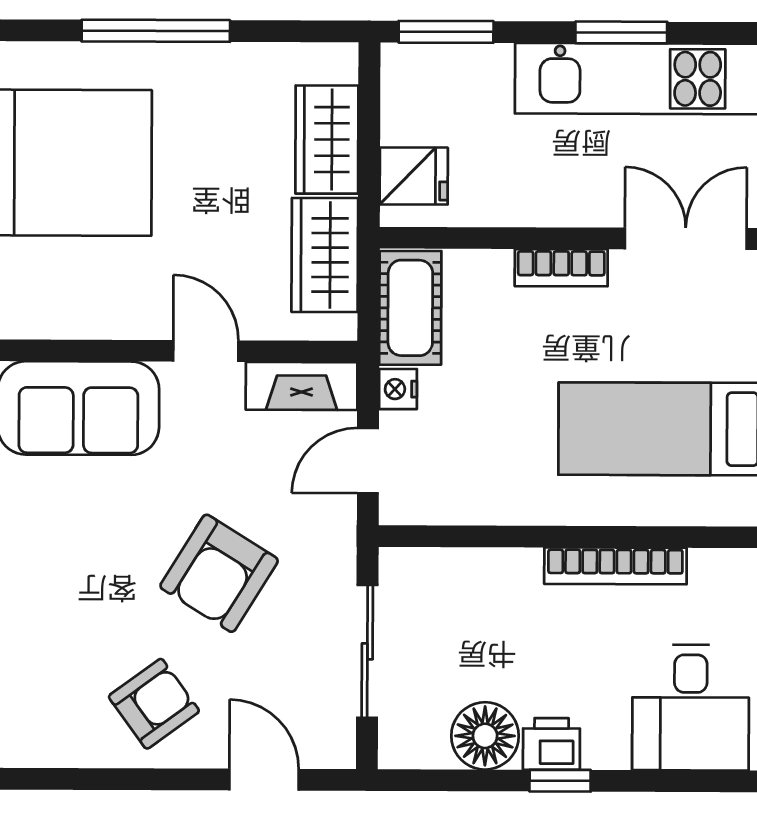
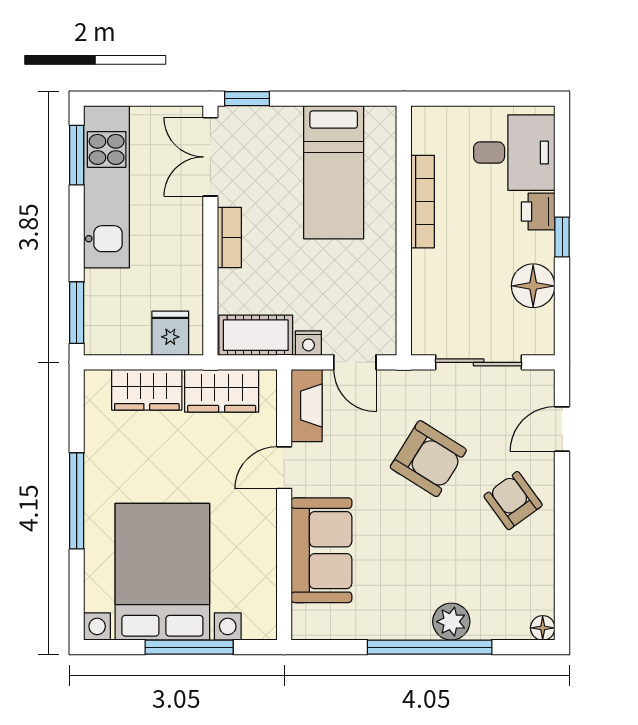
window: (621, 32) -> (77, 155), moved
printer: (551, 744) -> (538, 212), moved

